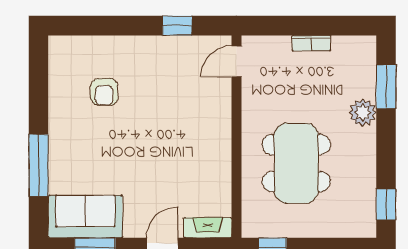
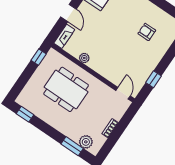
plant: (363, 113) -> (86, 142), moved
plant: (221, 169) -> (84, 58), added

